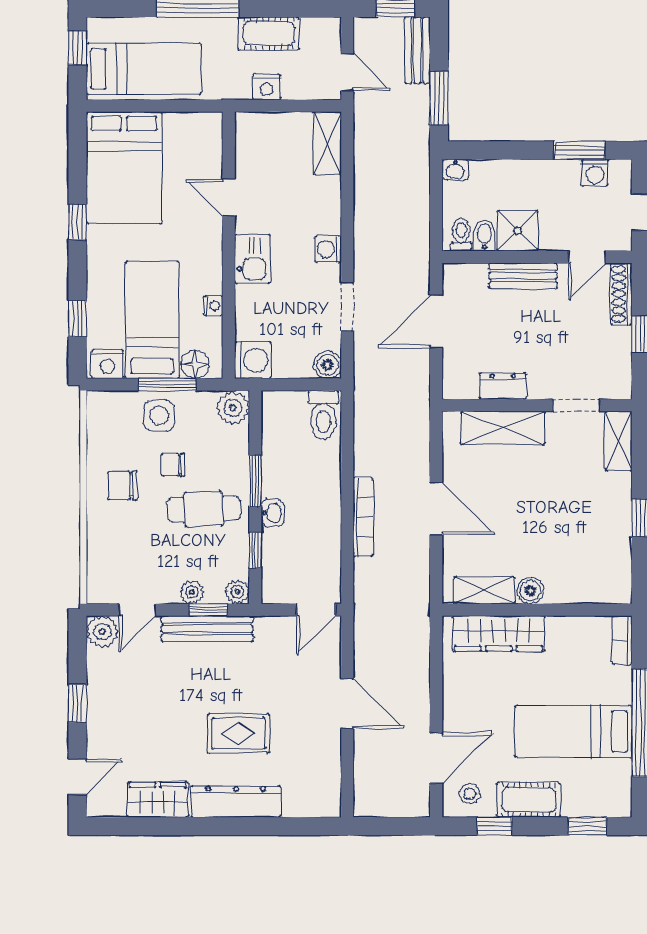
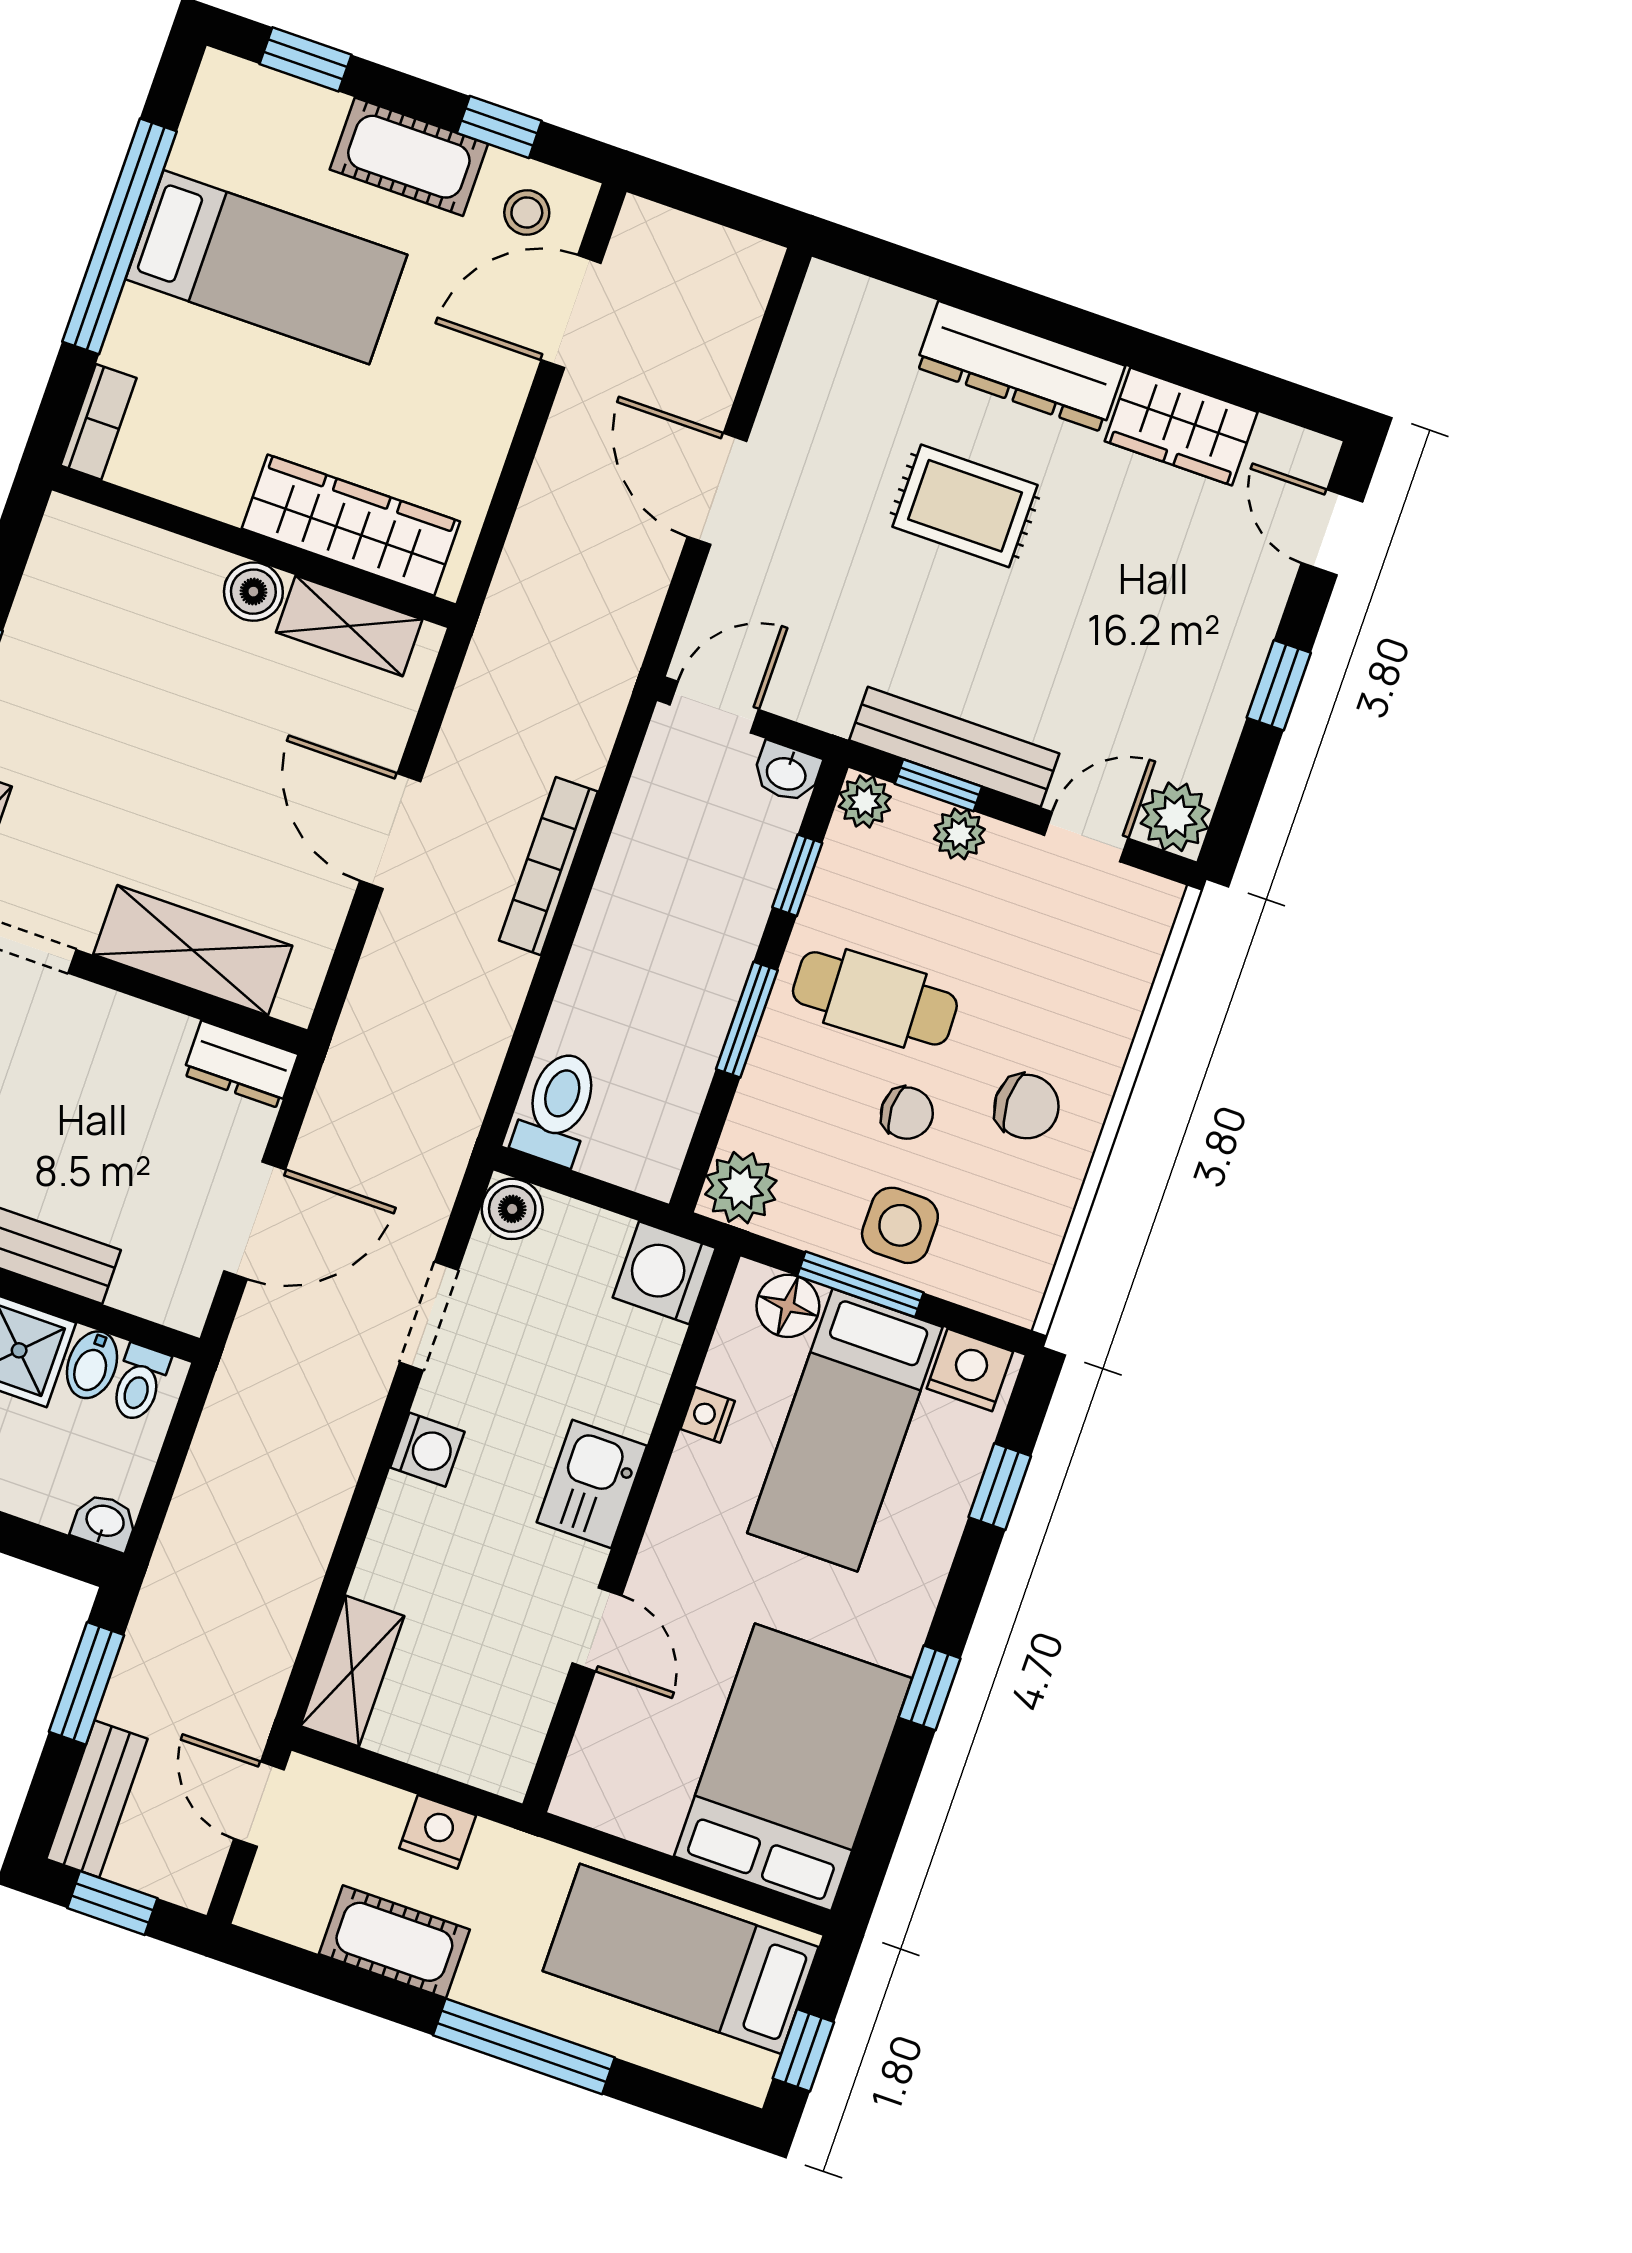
dresser: (503, 386) -> (241, 1064), moved
washbasin: (272, 513) -> (787, 772), moved, turned -90
door: (77, 777) -> (1332, 532), hinge flipped

